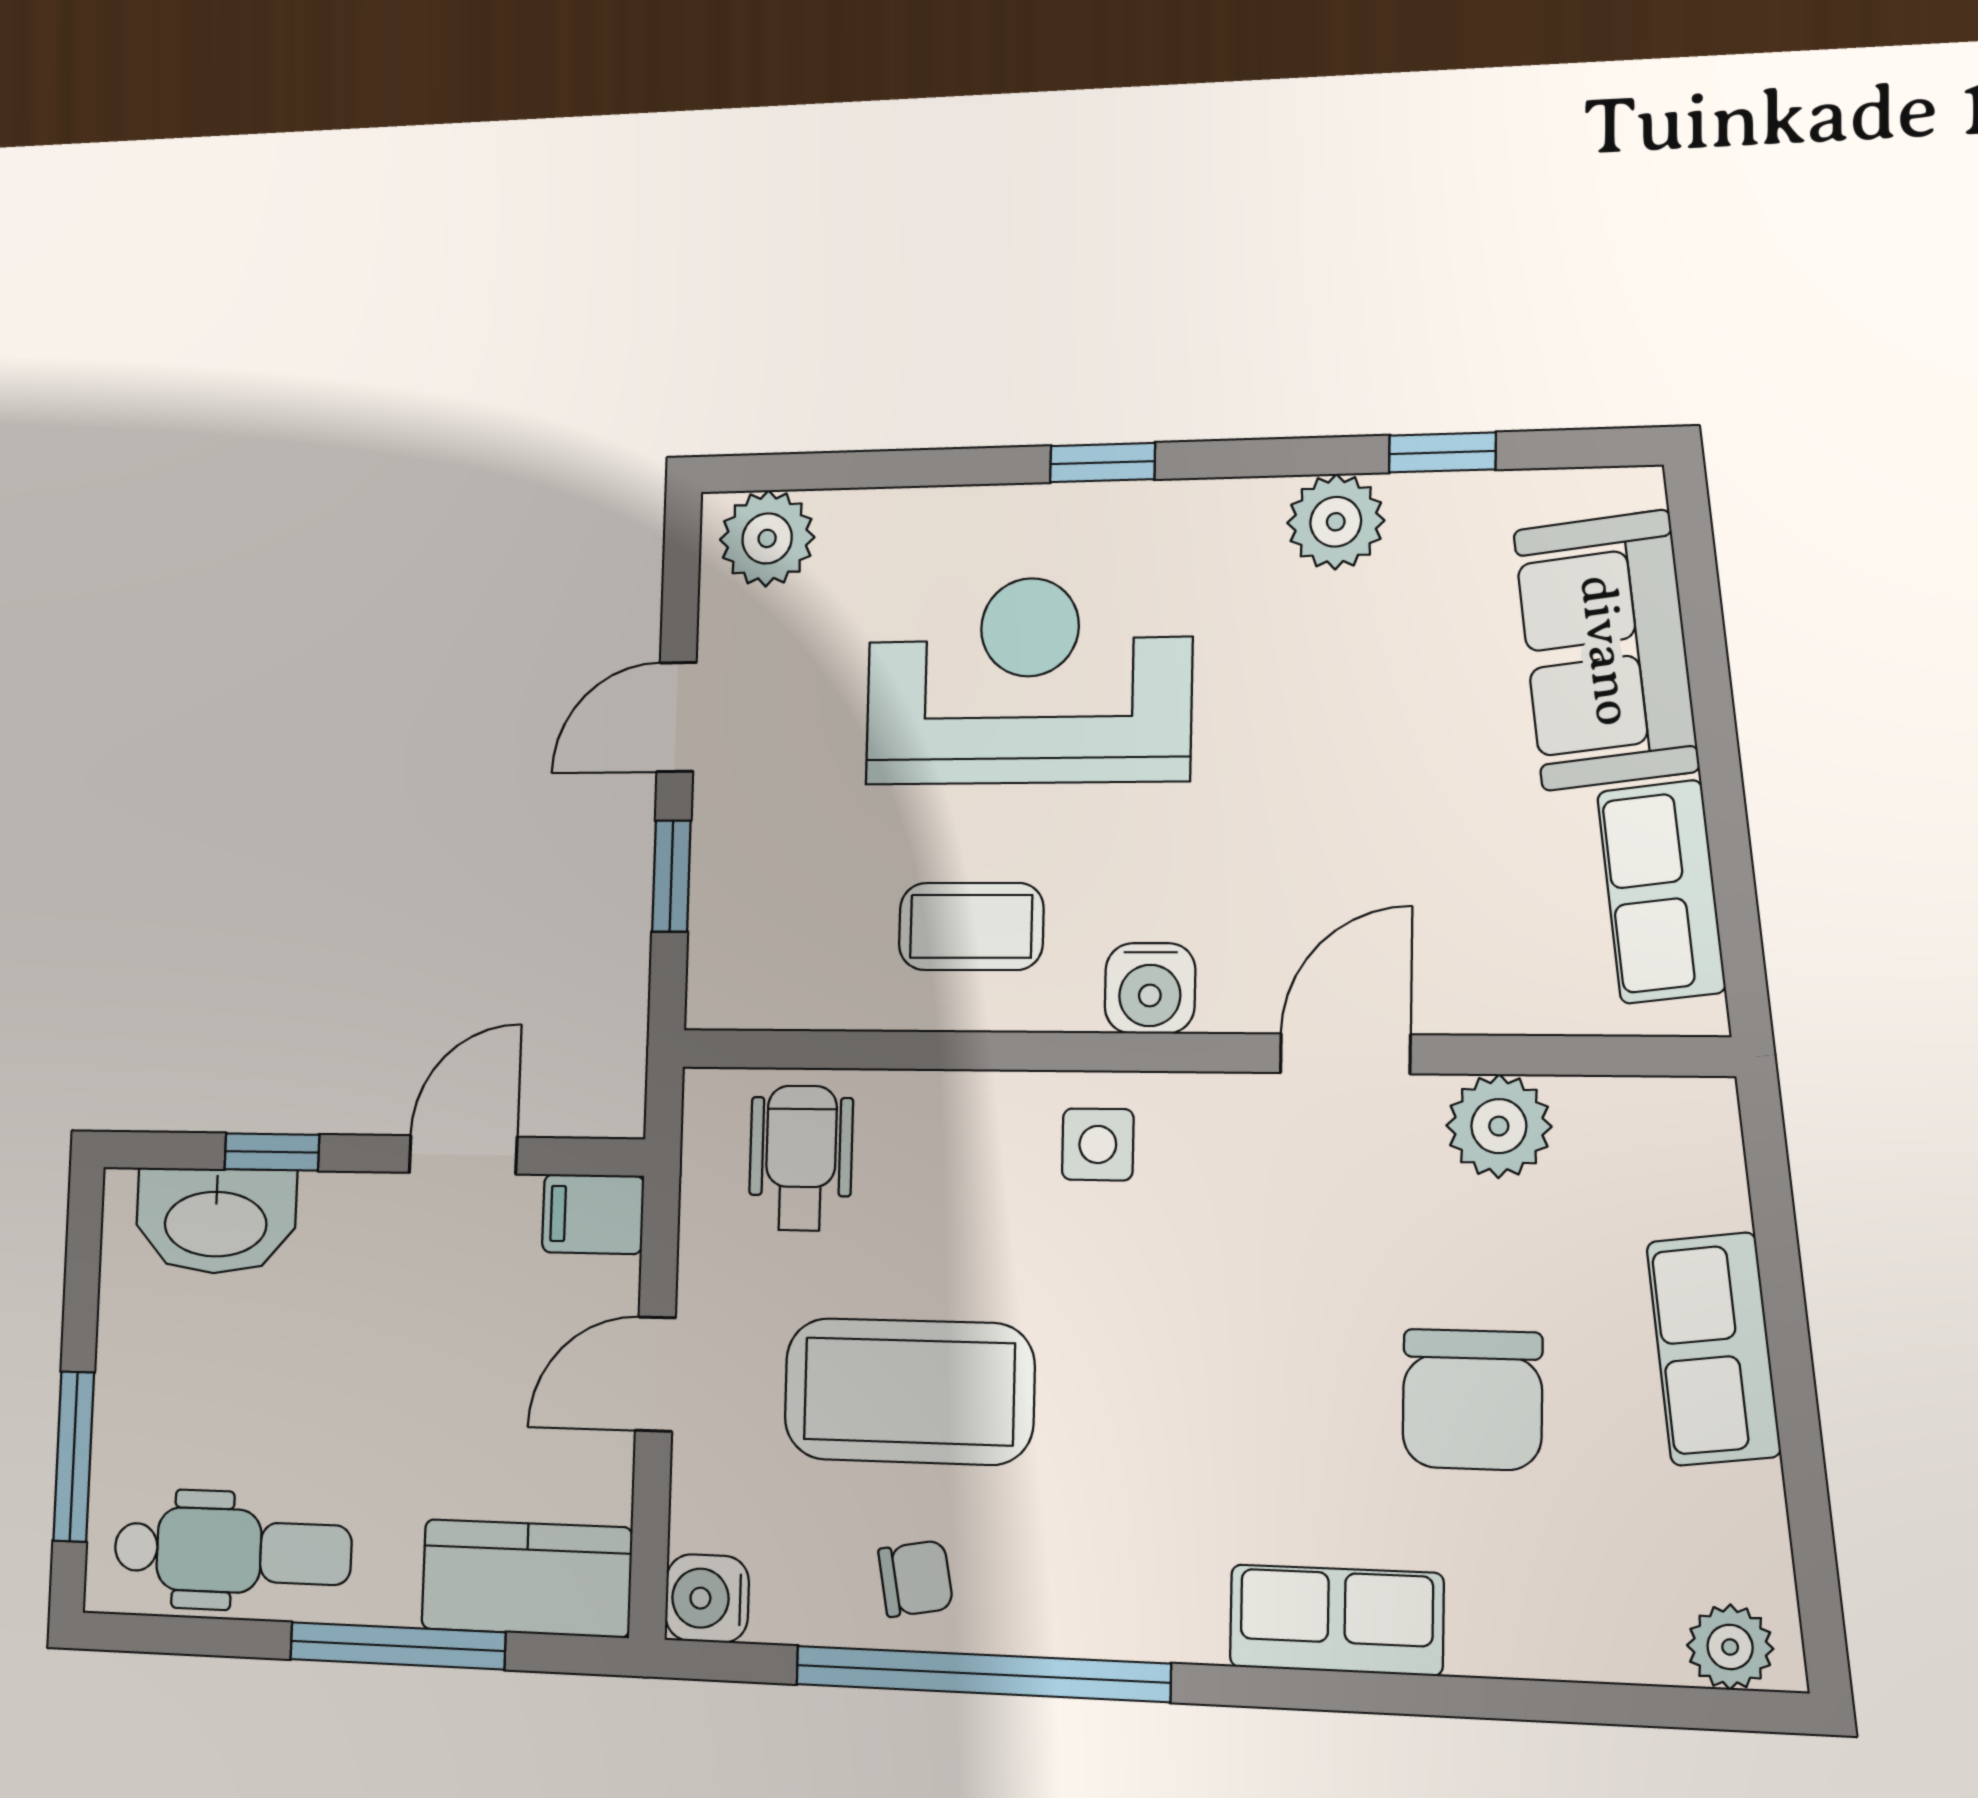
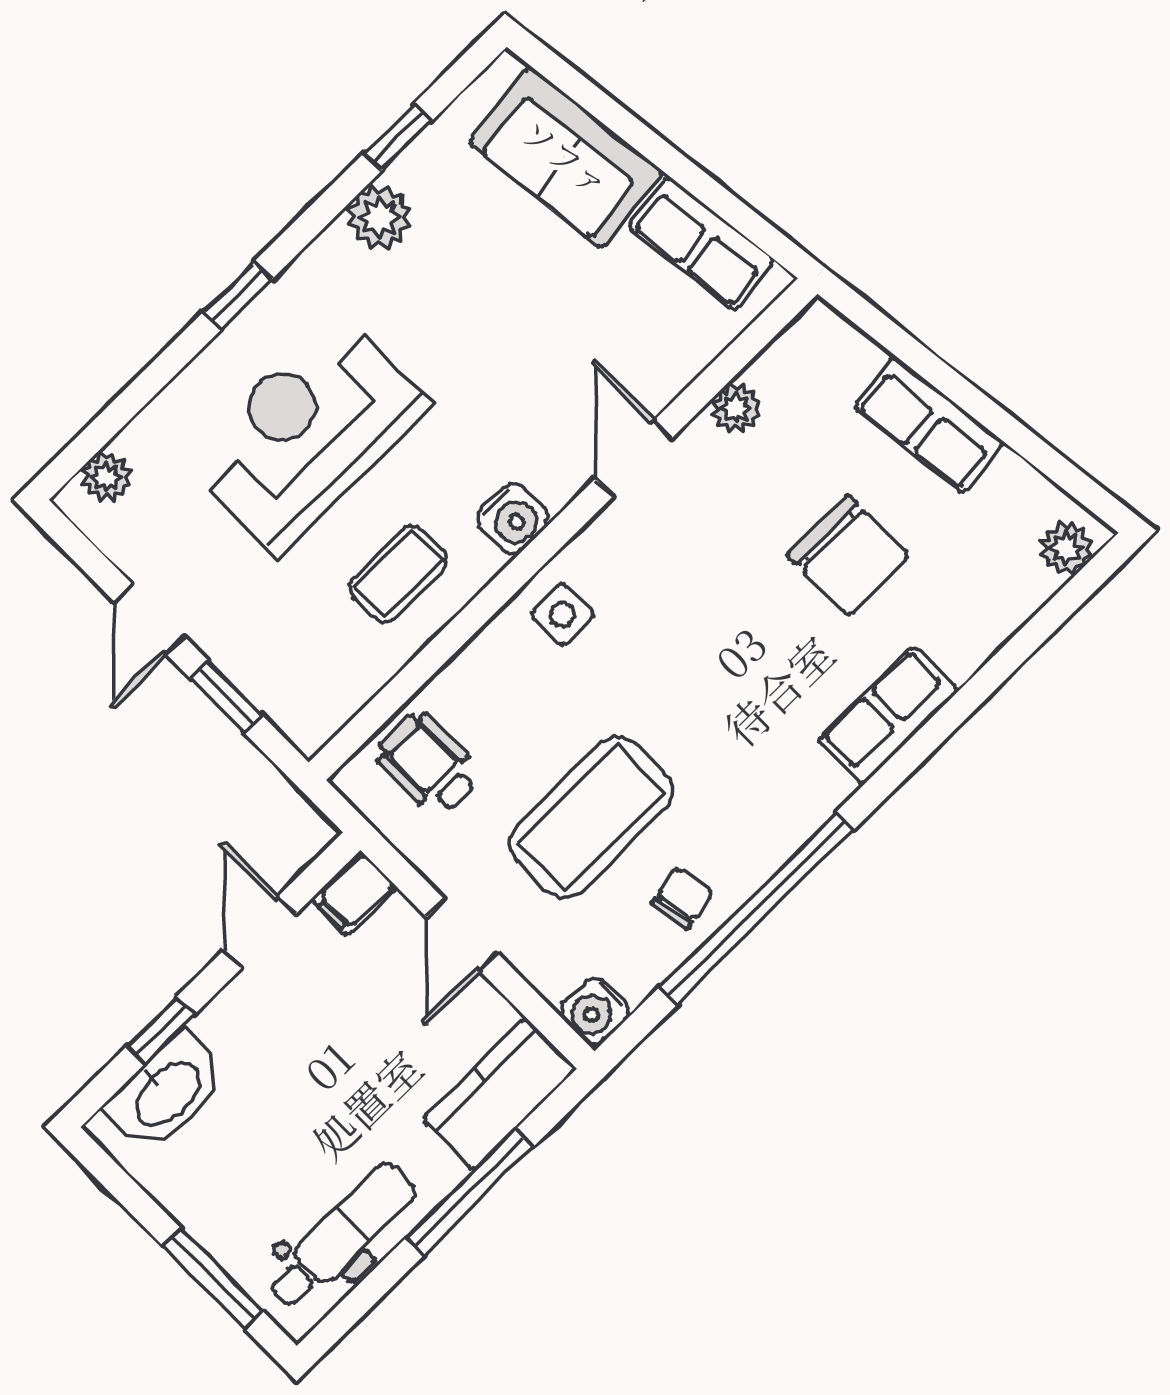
plant: (767, 538) -> (106, 477), width x0.73, depth x0.73
plant: (1499, 1126) -> (736, 408), width x0.73, depth x0.73

